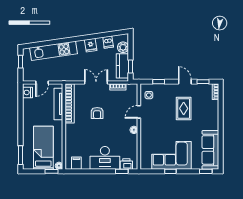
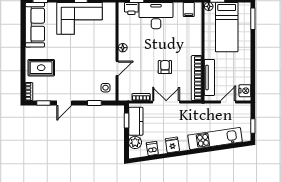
double door: (96, 82) -> (166, 102), swing flipped
door: (185, 82) -> (64, 103), hinge flipped
rug: (184, 108) -> (41, 68), moved, turned 90

